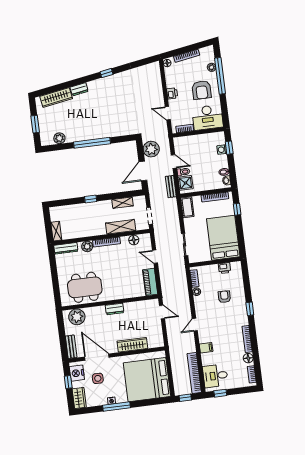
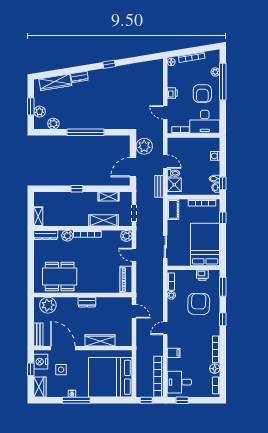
plant: (44, 128) -> (40, 112), added
window: (229, 148) -> (223, 183), moved
plant: (145, 239) -> (126, 236), added
floor lamp: (134, 240) -> (115, 235), removed
window: (246, 277) -> (223, 287), added
armchair: (224, 297) -> (199, 304), width x1.88, depth x1.88

